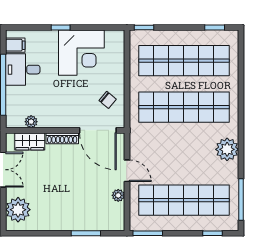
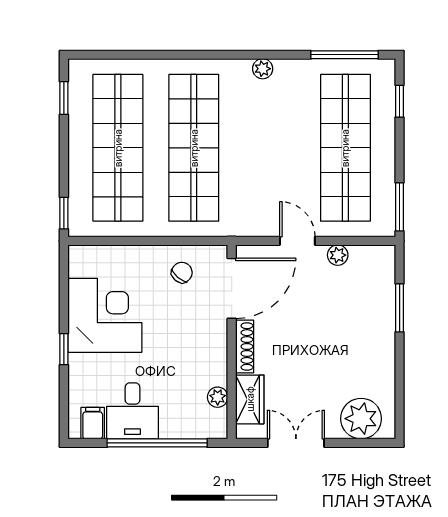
plant: (227, 149) -> (263, 69), width x0.53, depth x0.53
door: (127, 171) -> (297, 241), hinge flipped

